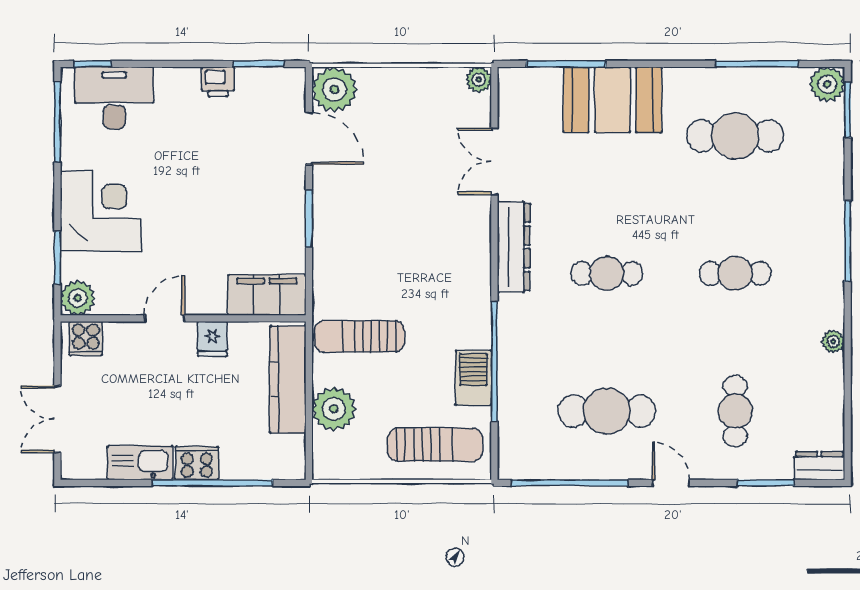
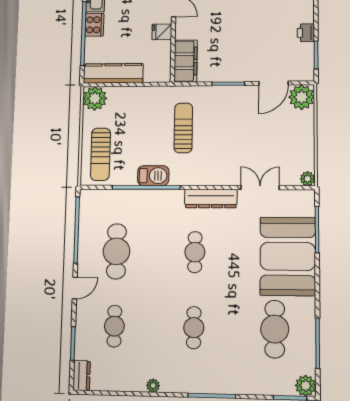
booth: (612, 100) -> (288, 256), width x1.36, depth x1.42
sun lounger: (359, 336) -> (183, 128), moved
barbecue: (473, 378) -> (153, 176), moved
kitchen counter: (288, 379) -> (113, 73), moved
plant: (334, 409) -> (95, 98), moved
cafe table: (735, 411) -> (114, 326), turned 90

